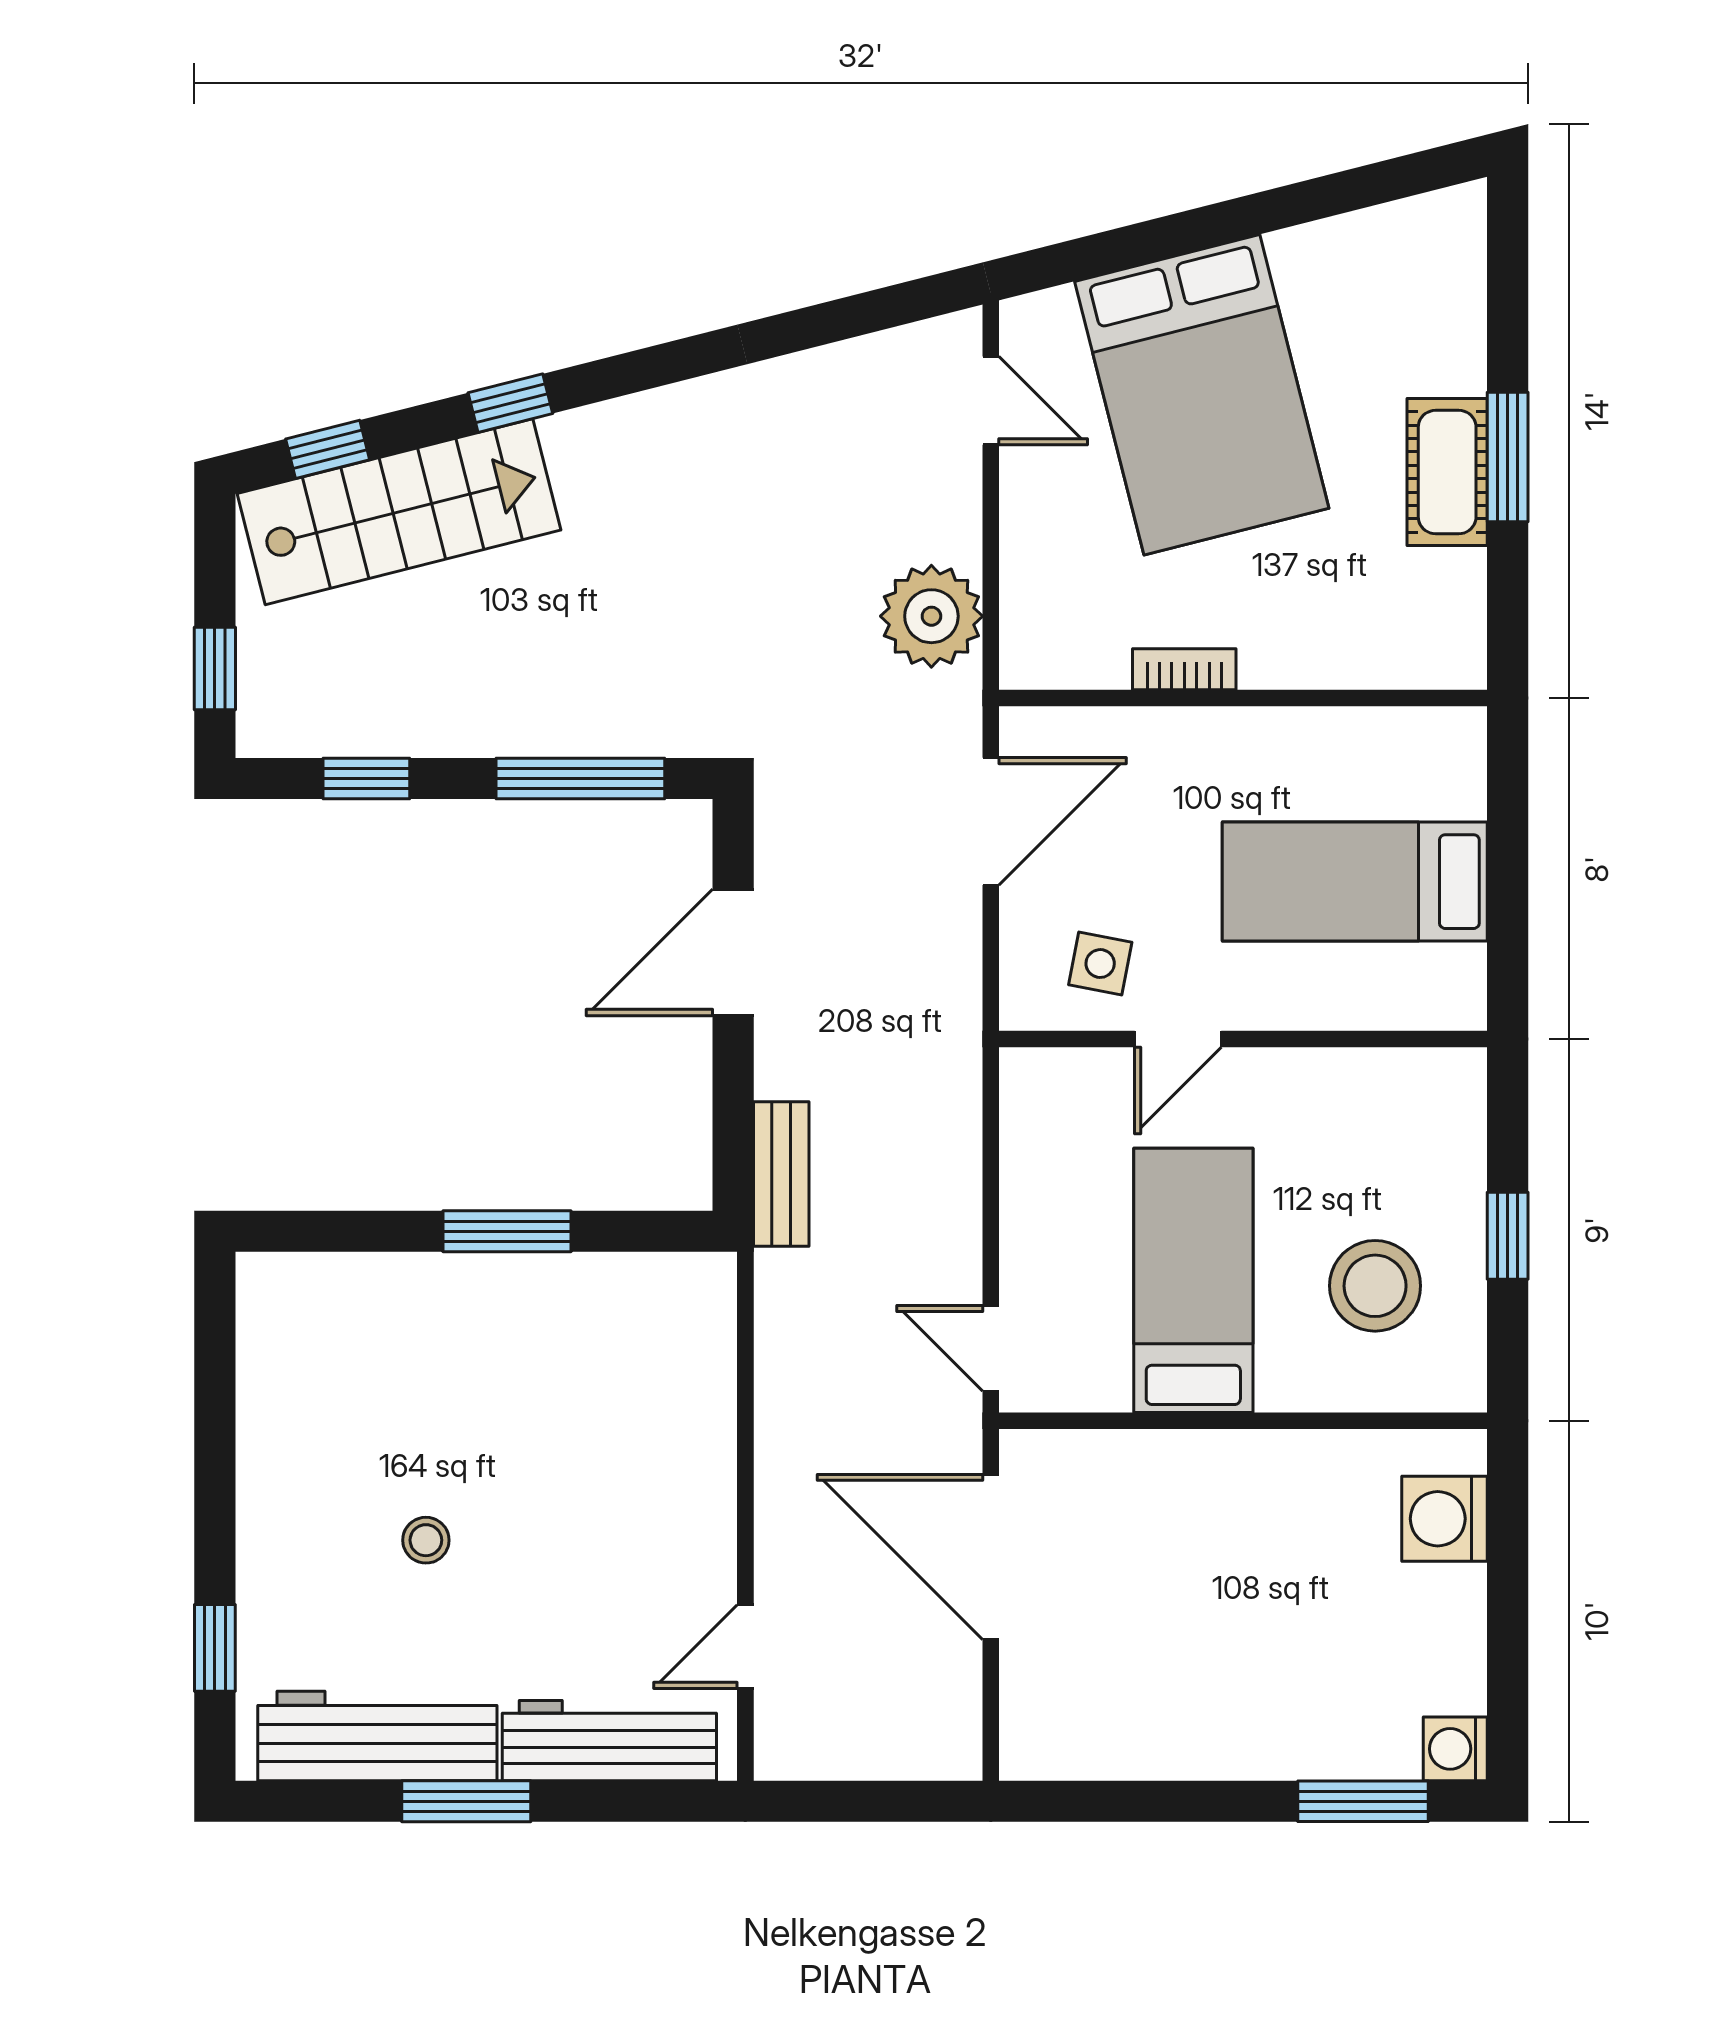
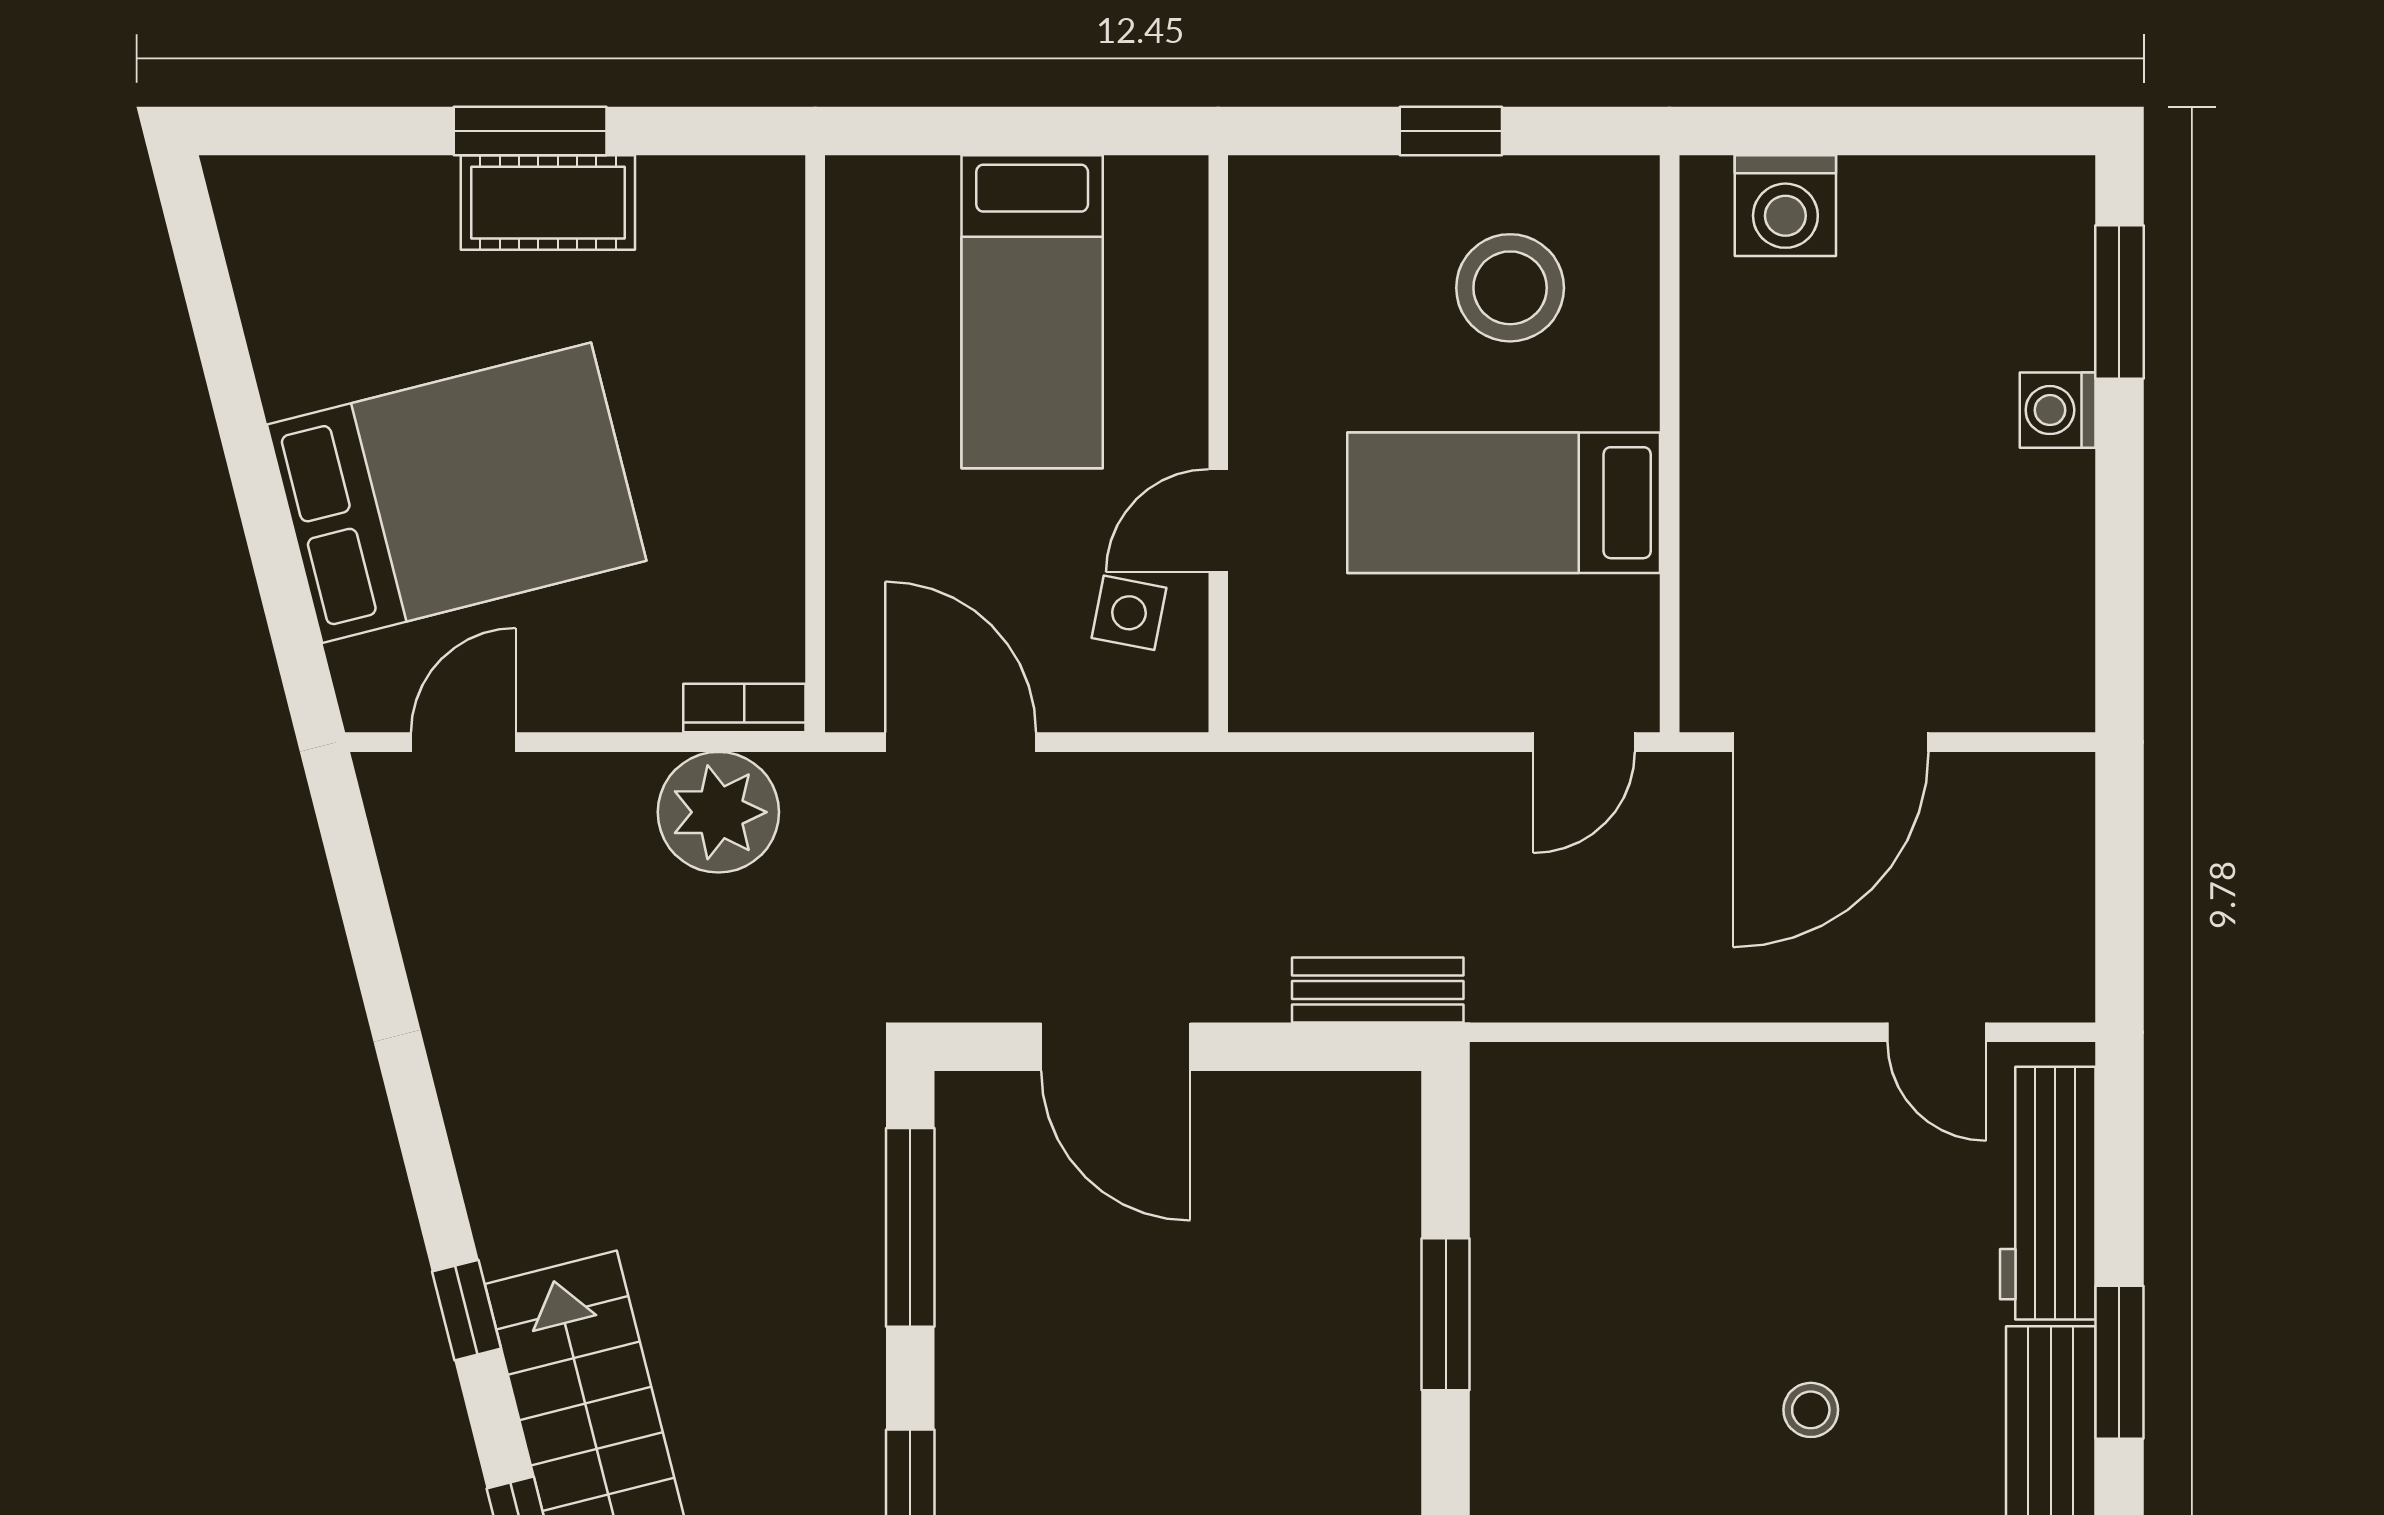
bookcase: (1184, 669) -> (744, 708), moved, turned 90
door: (1178, 1039) -> (1218, 521), swing flipped
washing machine: (1455, 1749) -> (2058, 410), moved, turned 90

